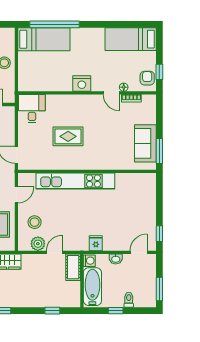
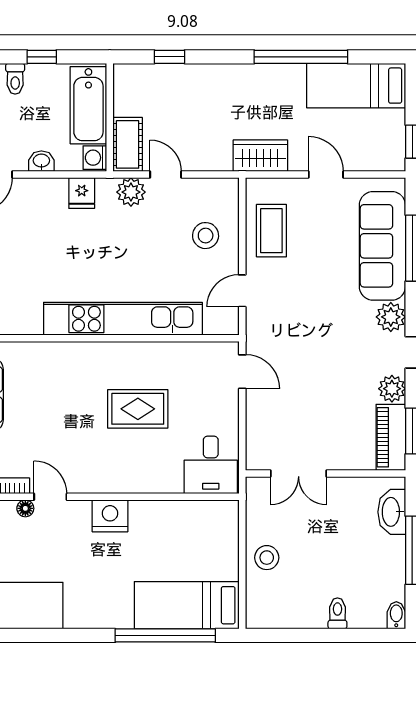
plant: (38, 244) -> (131, 192), moved
door: (54, 252) -> (166, 175), swing flipped

